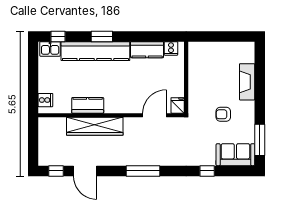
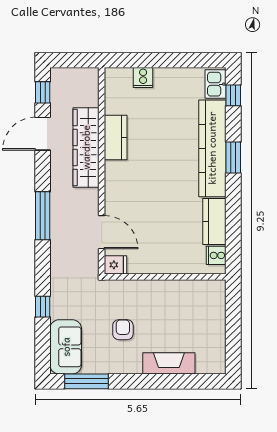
kitchen counter: (88, 105) -> (116, 137), moved
fridge: (178, 105) -> (116, 265), moved
wall: (111, 115) -> (102, 171), moved
door: (155, 115) -> (102, 232), moved
wardrobe: (95, 126) -> (86, 147), moved

